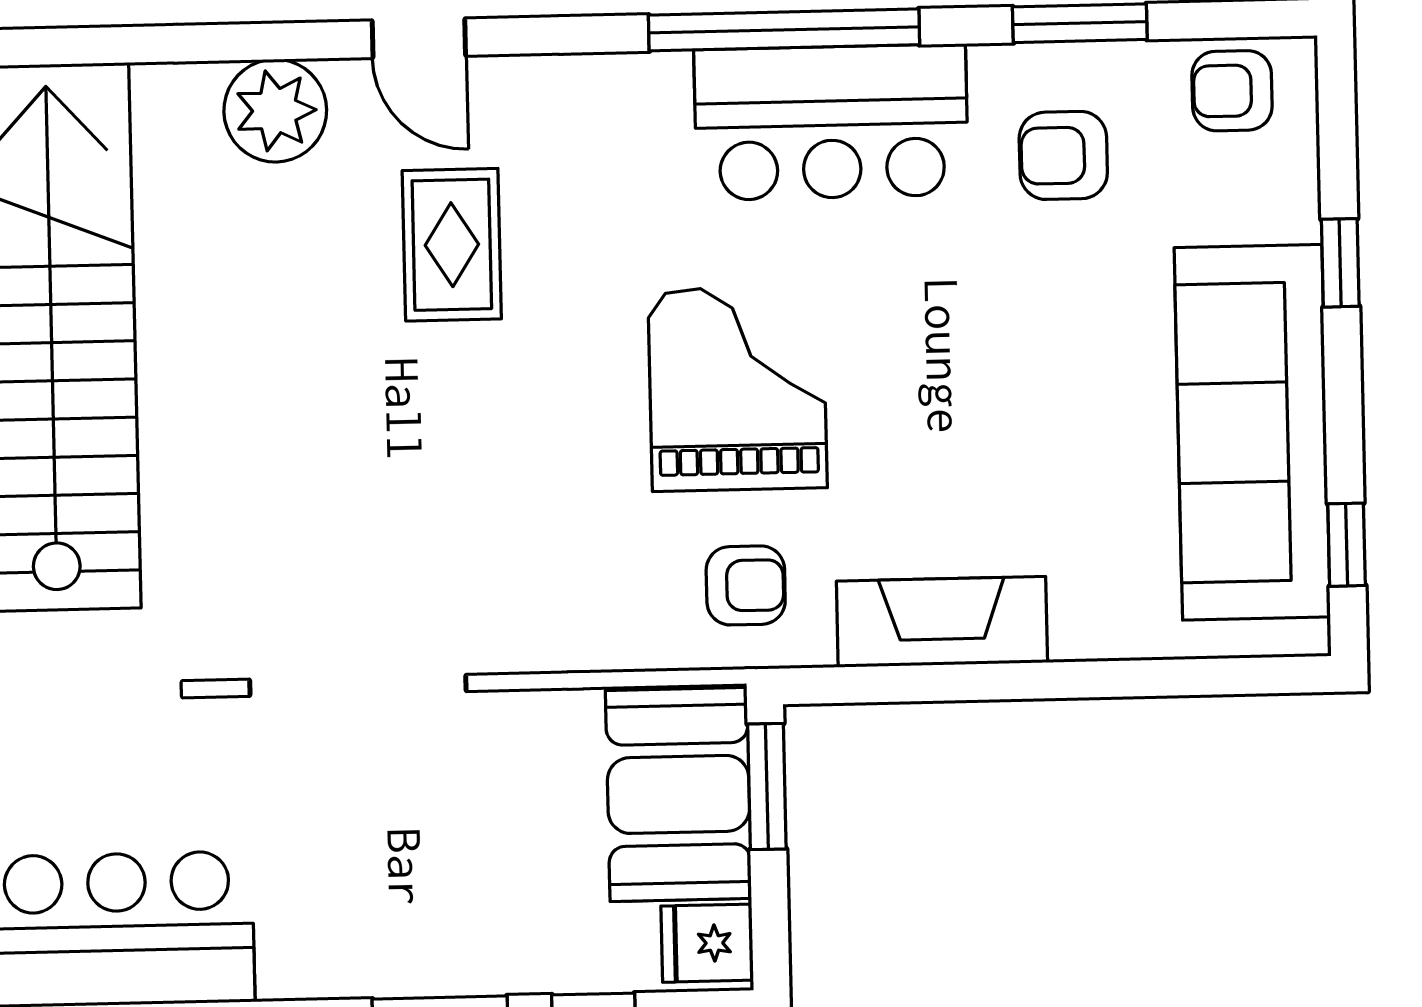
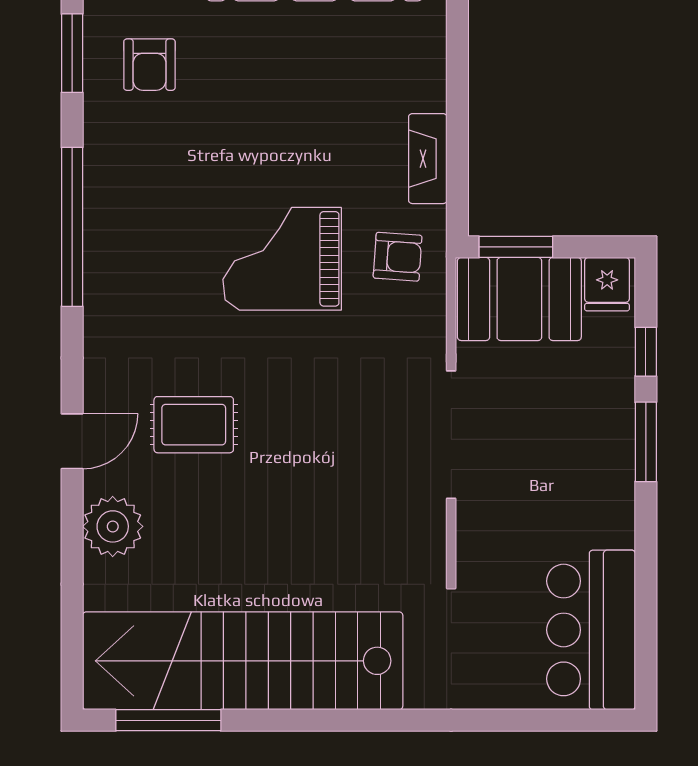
bar counter: (831, 122) -> (127, 200), removed
armchair: (746, 585) -> (398, 257), turned 94
fireplace: (942, 622) -> (428, 159), width x0.73, depth x0.76
doorway: (358, 685) -> (451, 435), moved

